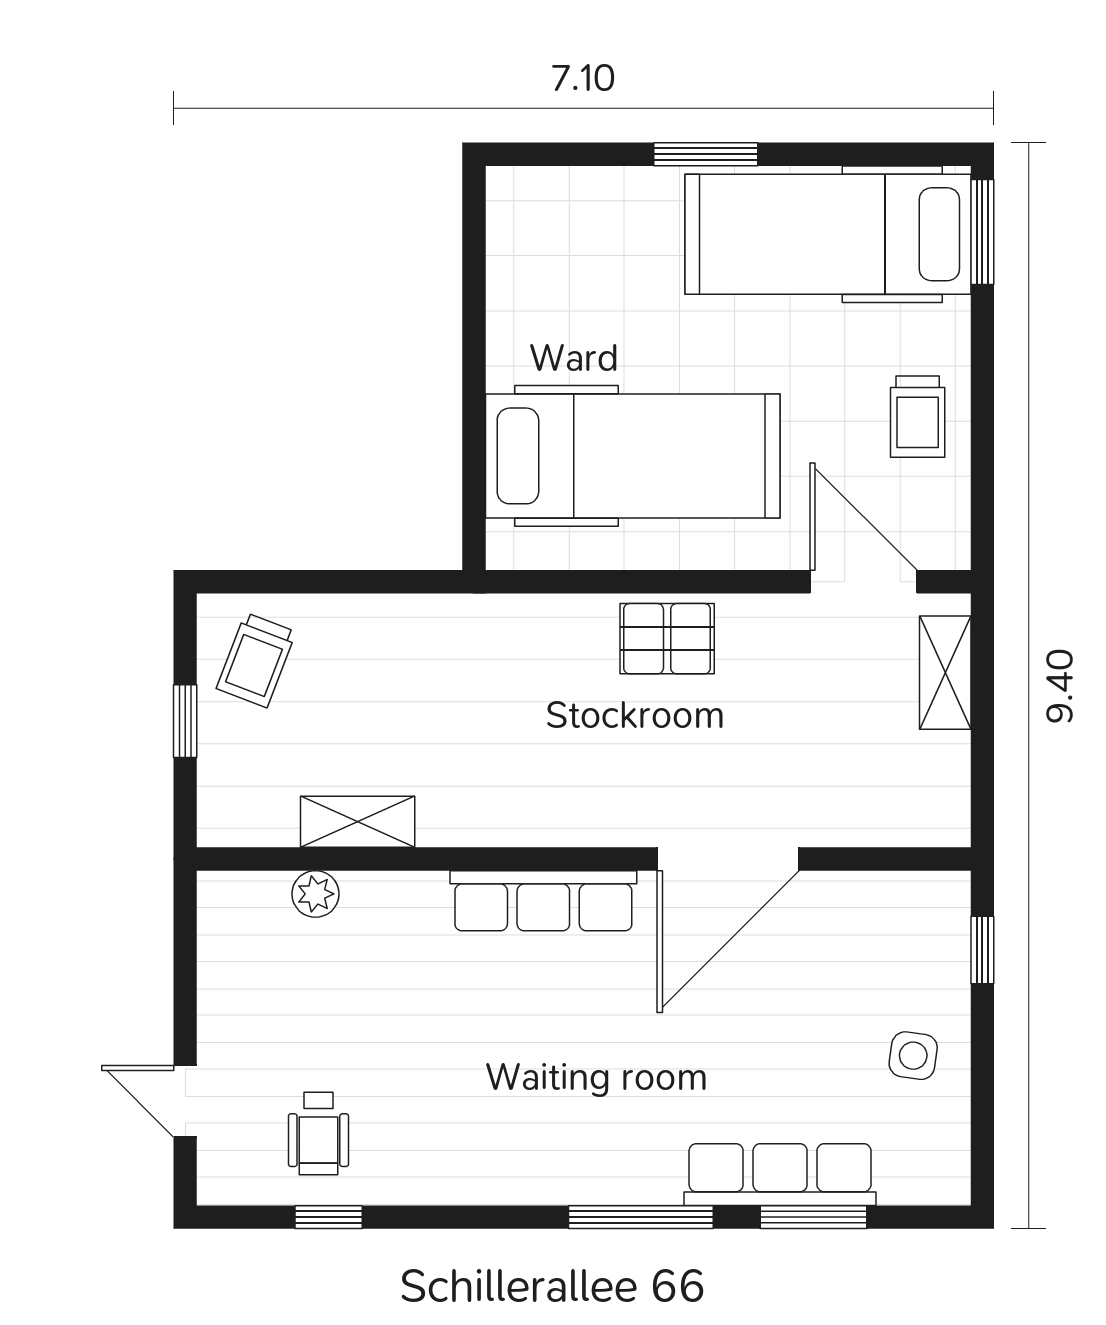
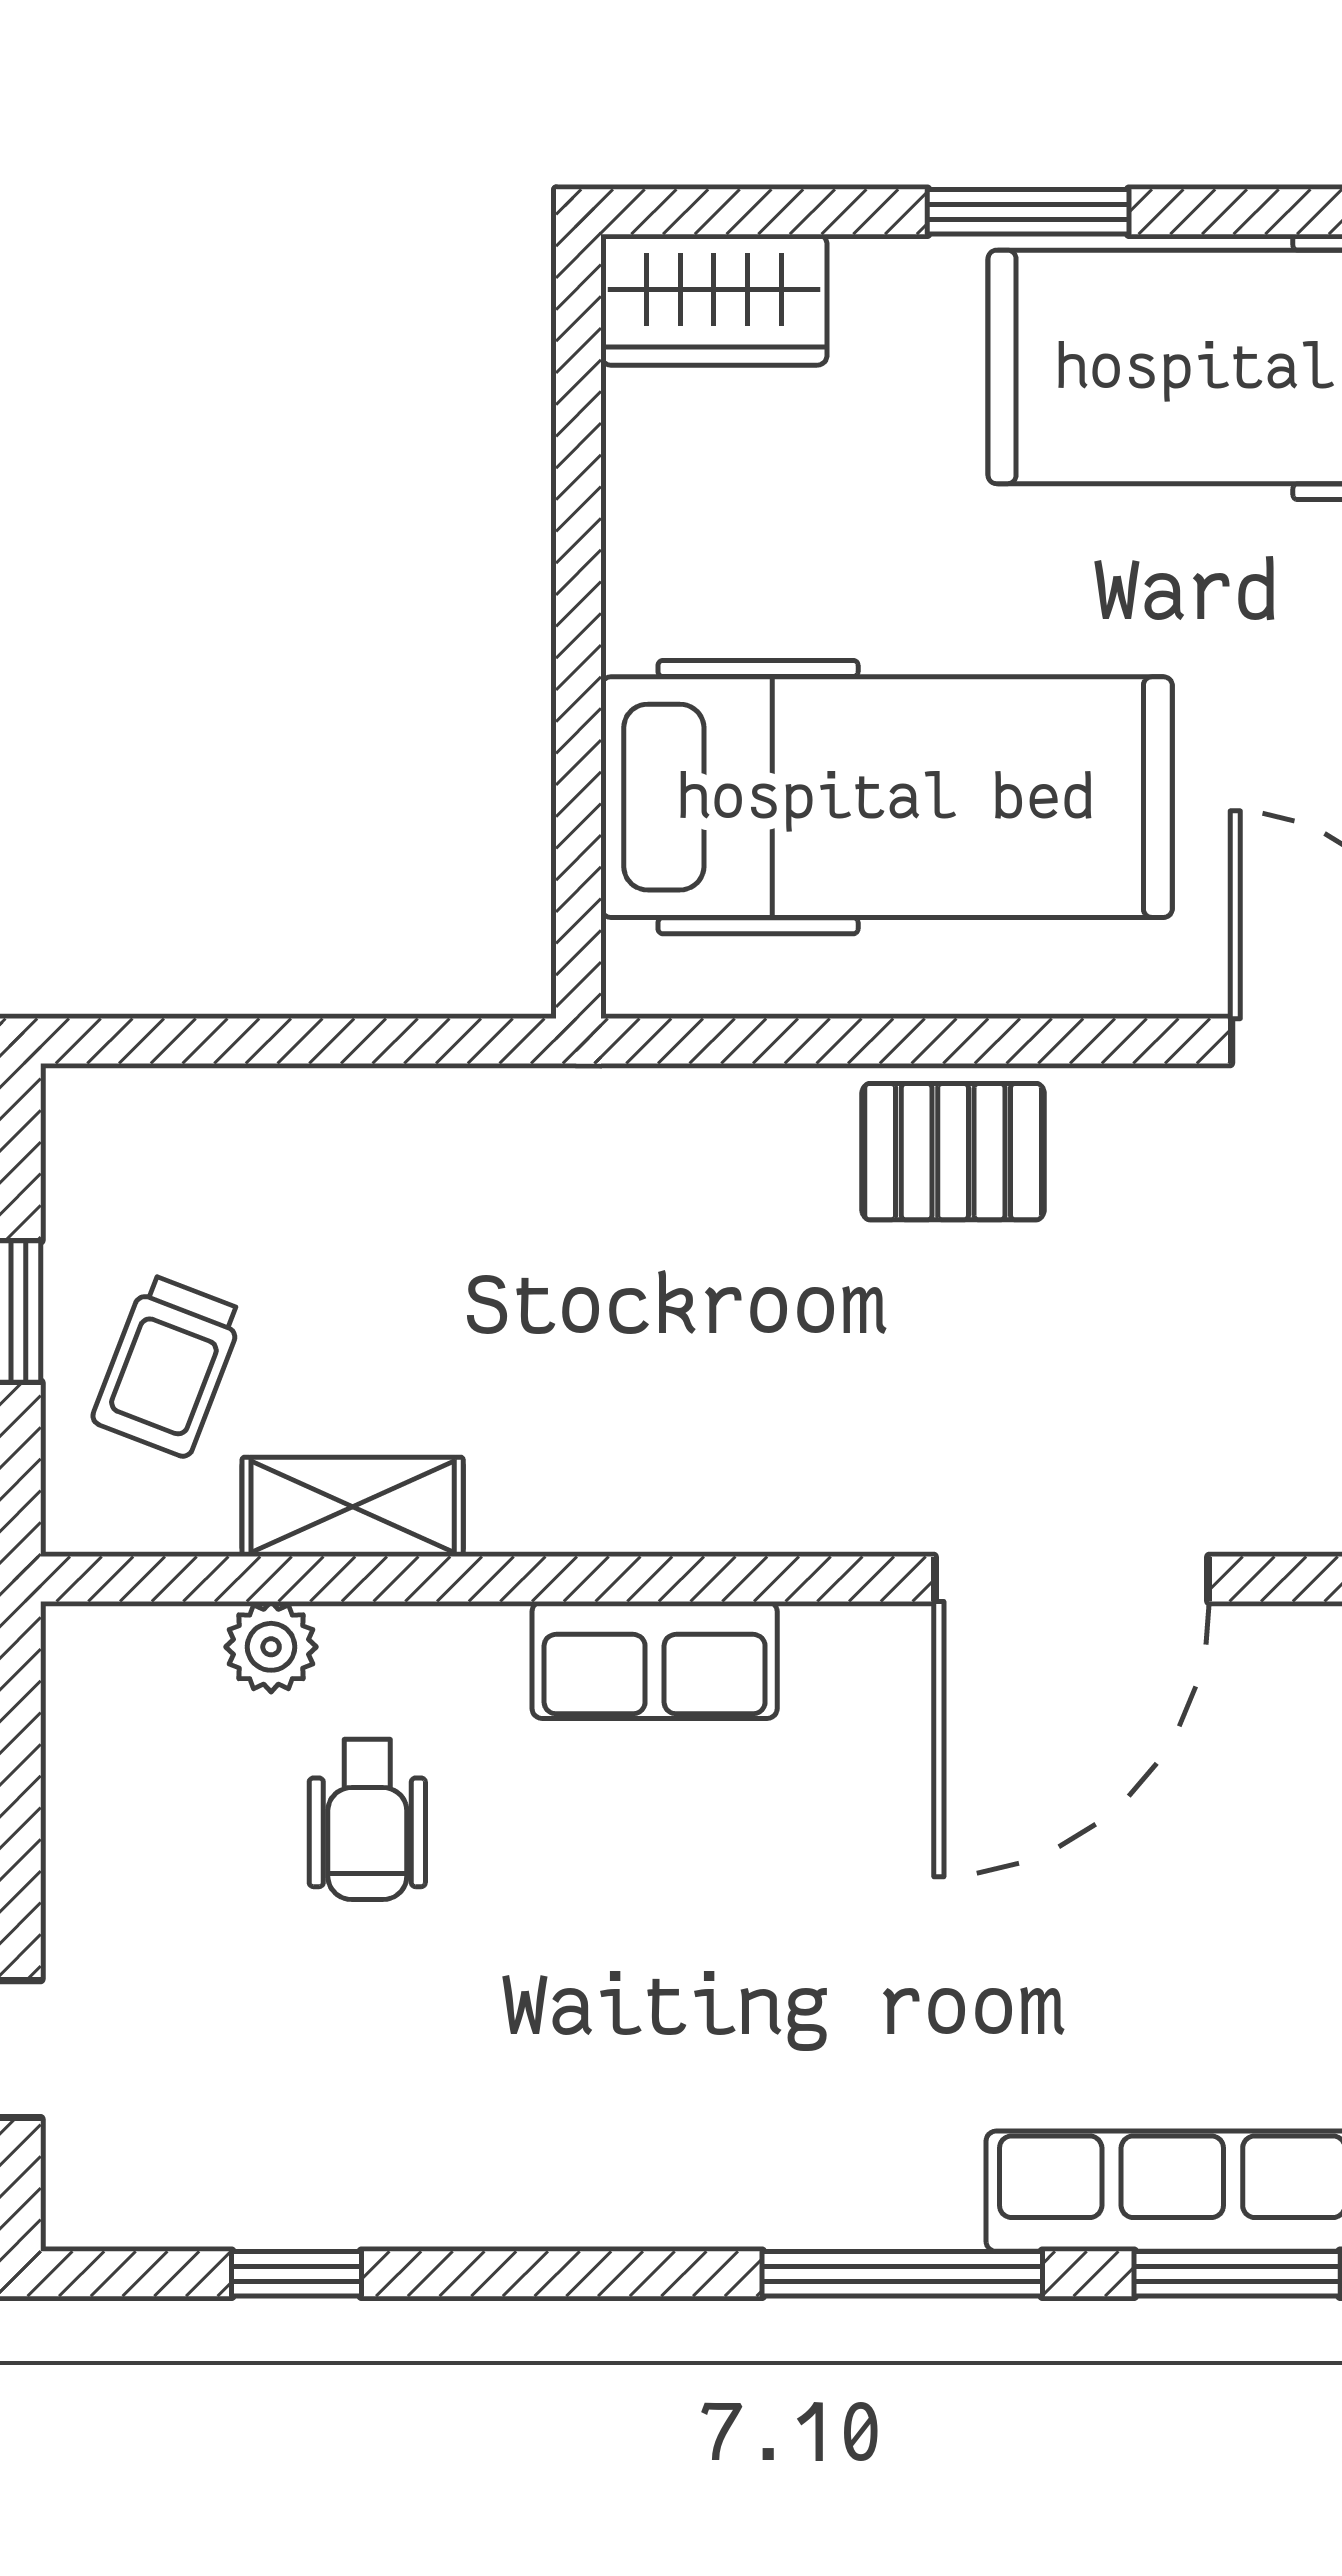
wardrobe: (544, 200) -> (714, 300), added
trolley: (256, 660) -> (168, 1366), moved
row of seats: (543, 901) -> (655, 1660), width x0.68
wheelchair: (318, 1133) -> (367, 1819), moved

